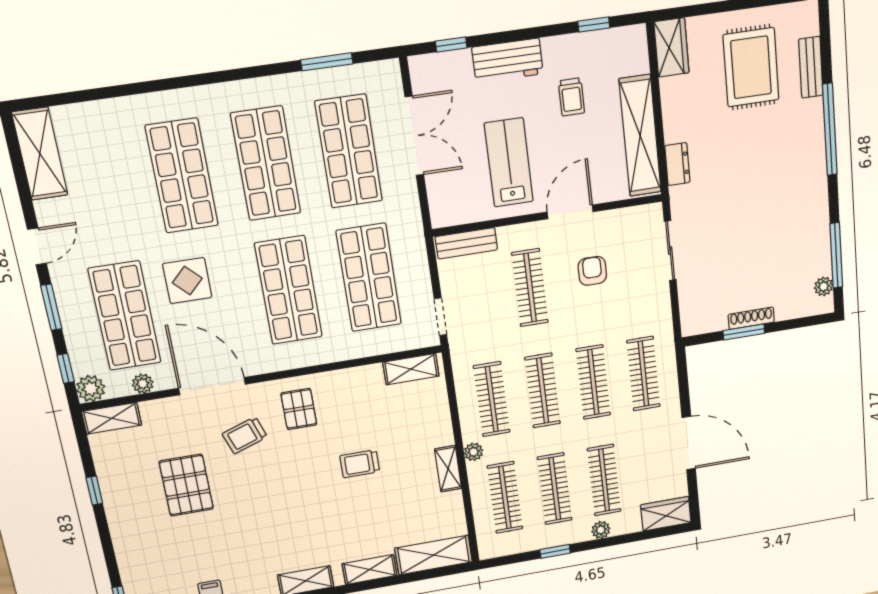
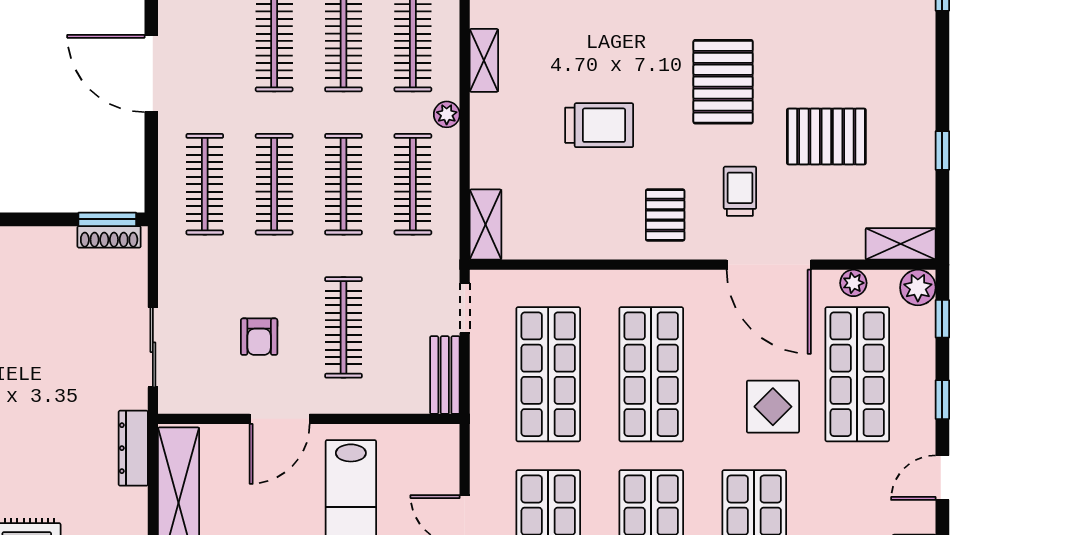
dresser: (677, 164) -> (133, 448), width x1.44
bench: (466, 243) -> (445, 375), moved, turned 90
window: (51, 307) -> (942, 400), width x0.67
shoe rack: (751, 318) -> (109, 237), moved
window: (744, 332) -> (107, 219), moved
shelving: (411, 369) -> (486, 225), moved, turned 90
trolley: (245, 435) -> (740, 191), turned -71
trolley: (360, 464) -> (599, 125), width x1.36, depth x1.39
shelving: (448, 469) -> (484, 60), moved
pallet: (186, 485) -> (826, 136), turned 90
pallet: (272, 510) -> (723, 82), added

